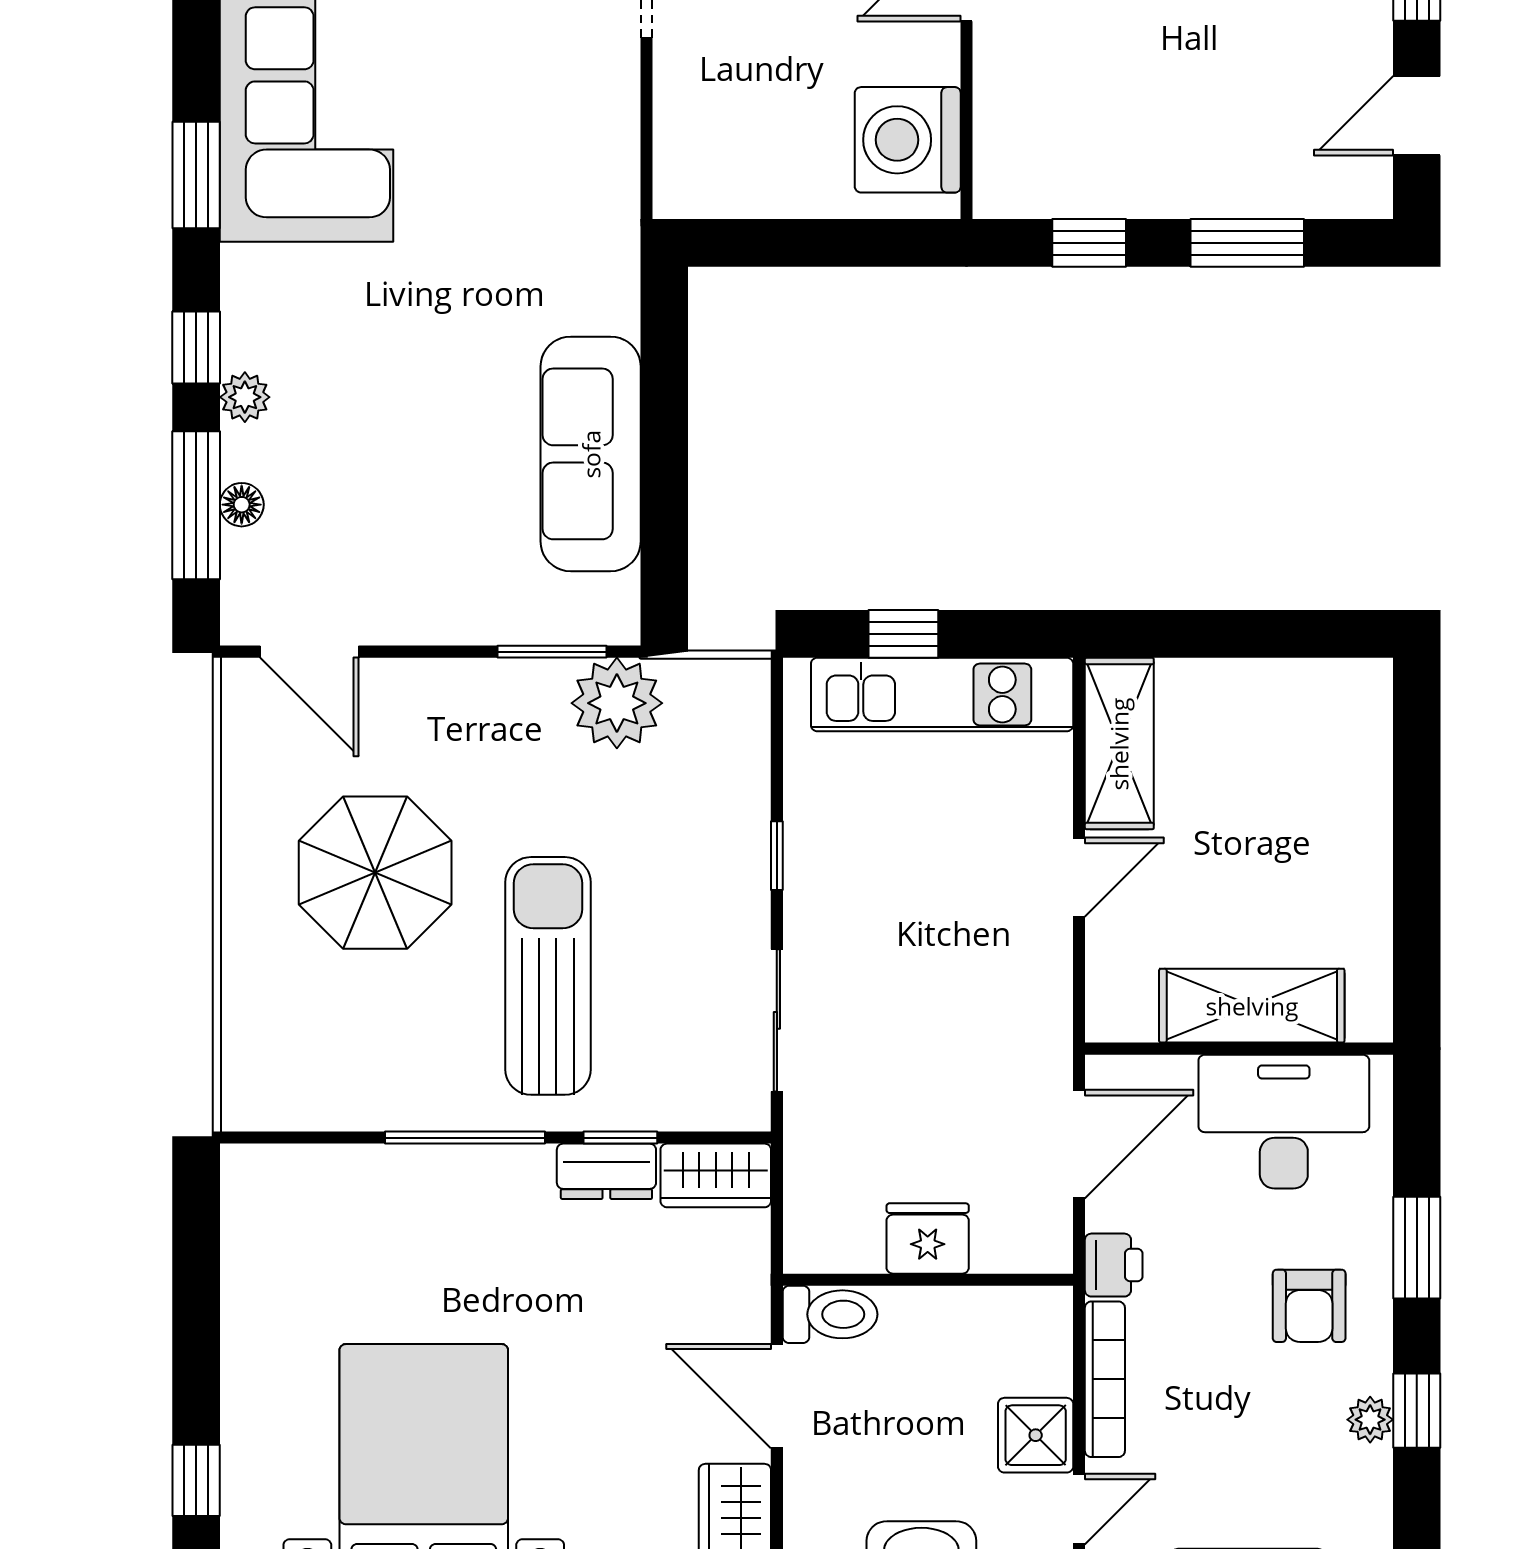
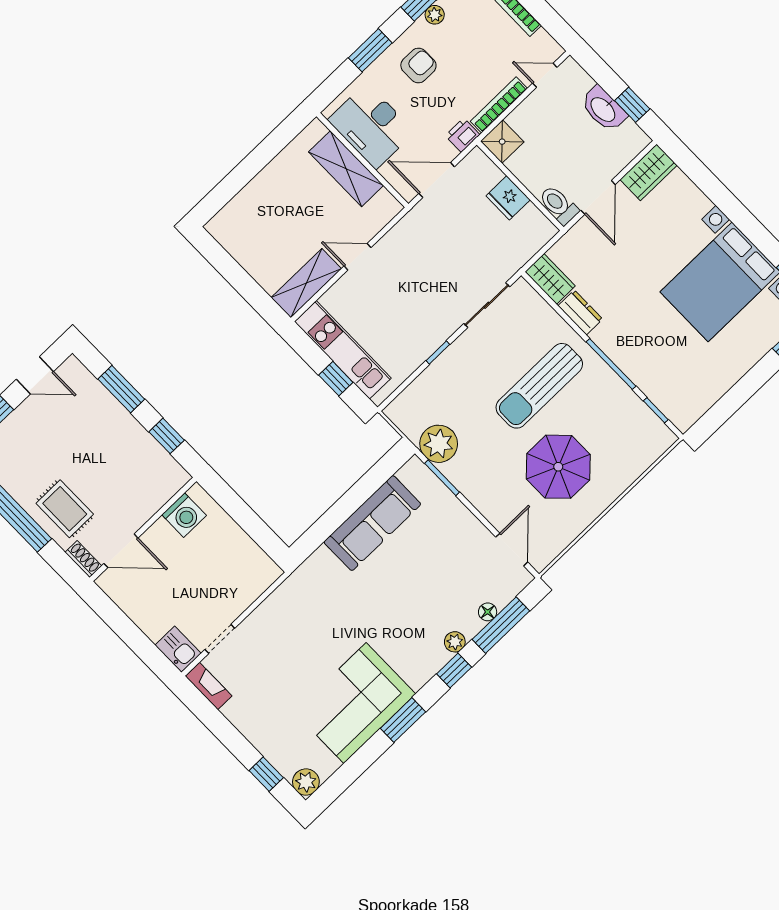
washing machine: (908, 140) -> (184, 515), width x0.73, depth x0.73
window: (620, 1138) -> (656, 410), moved
shower: (1036, 1435) -> (502, 142), moved

